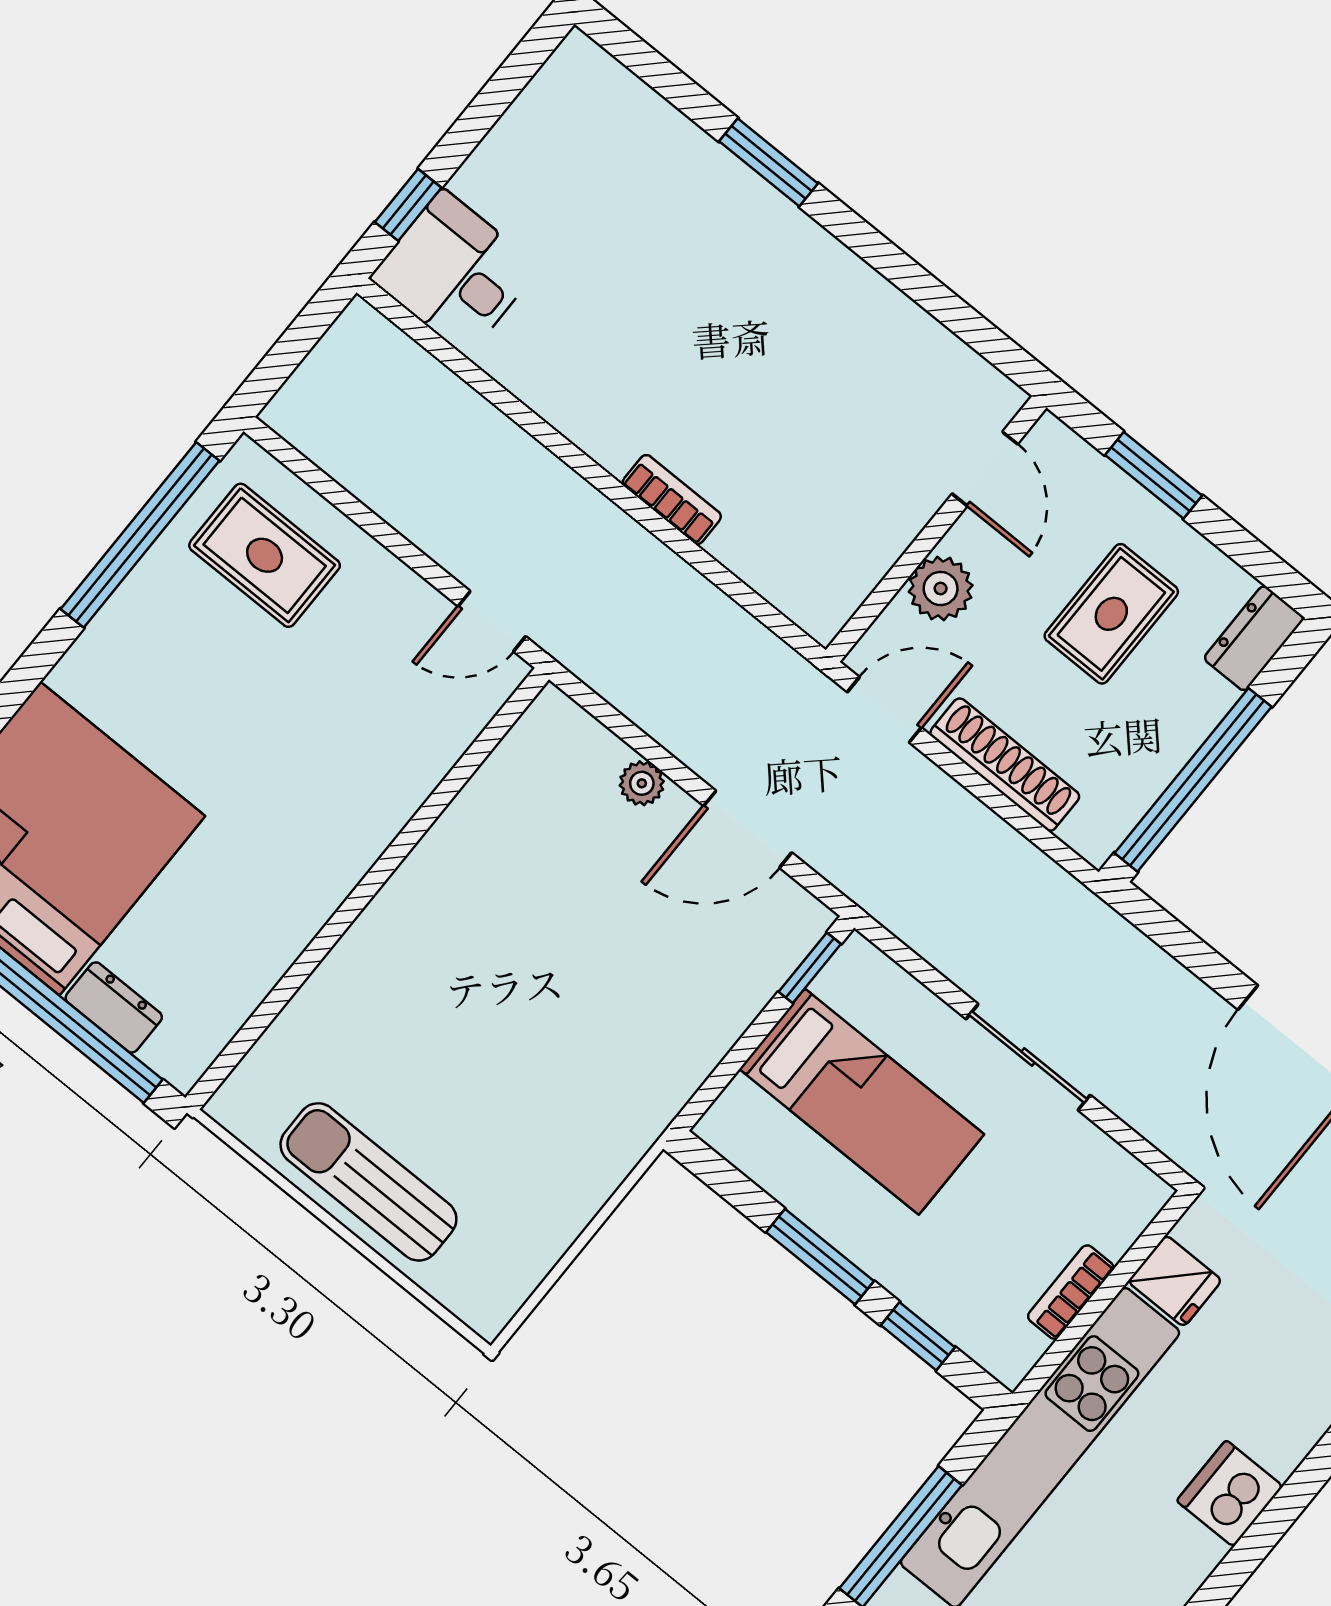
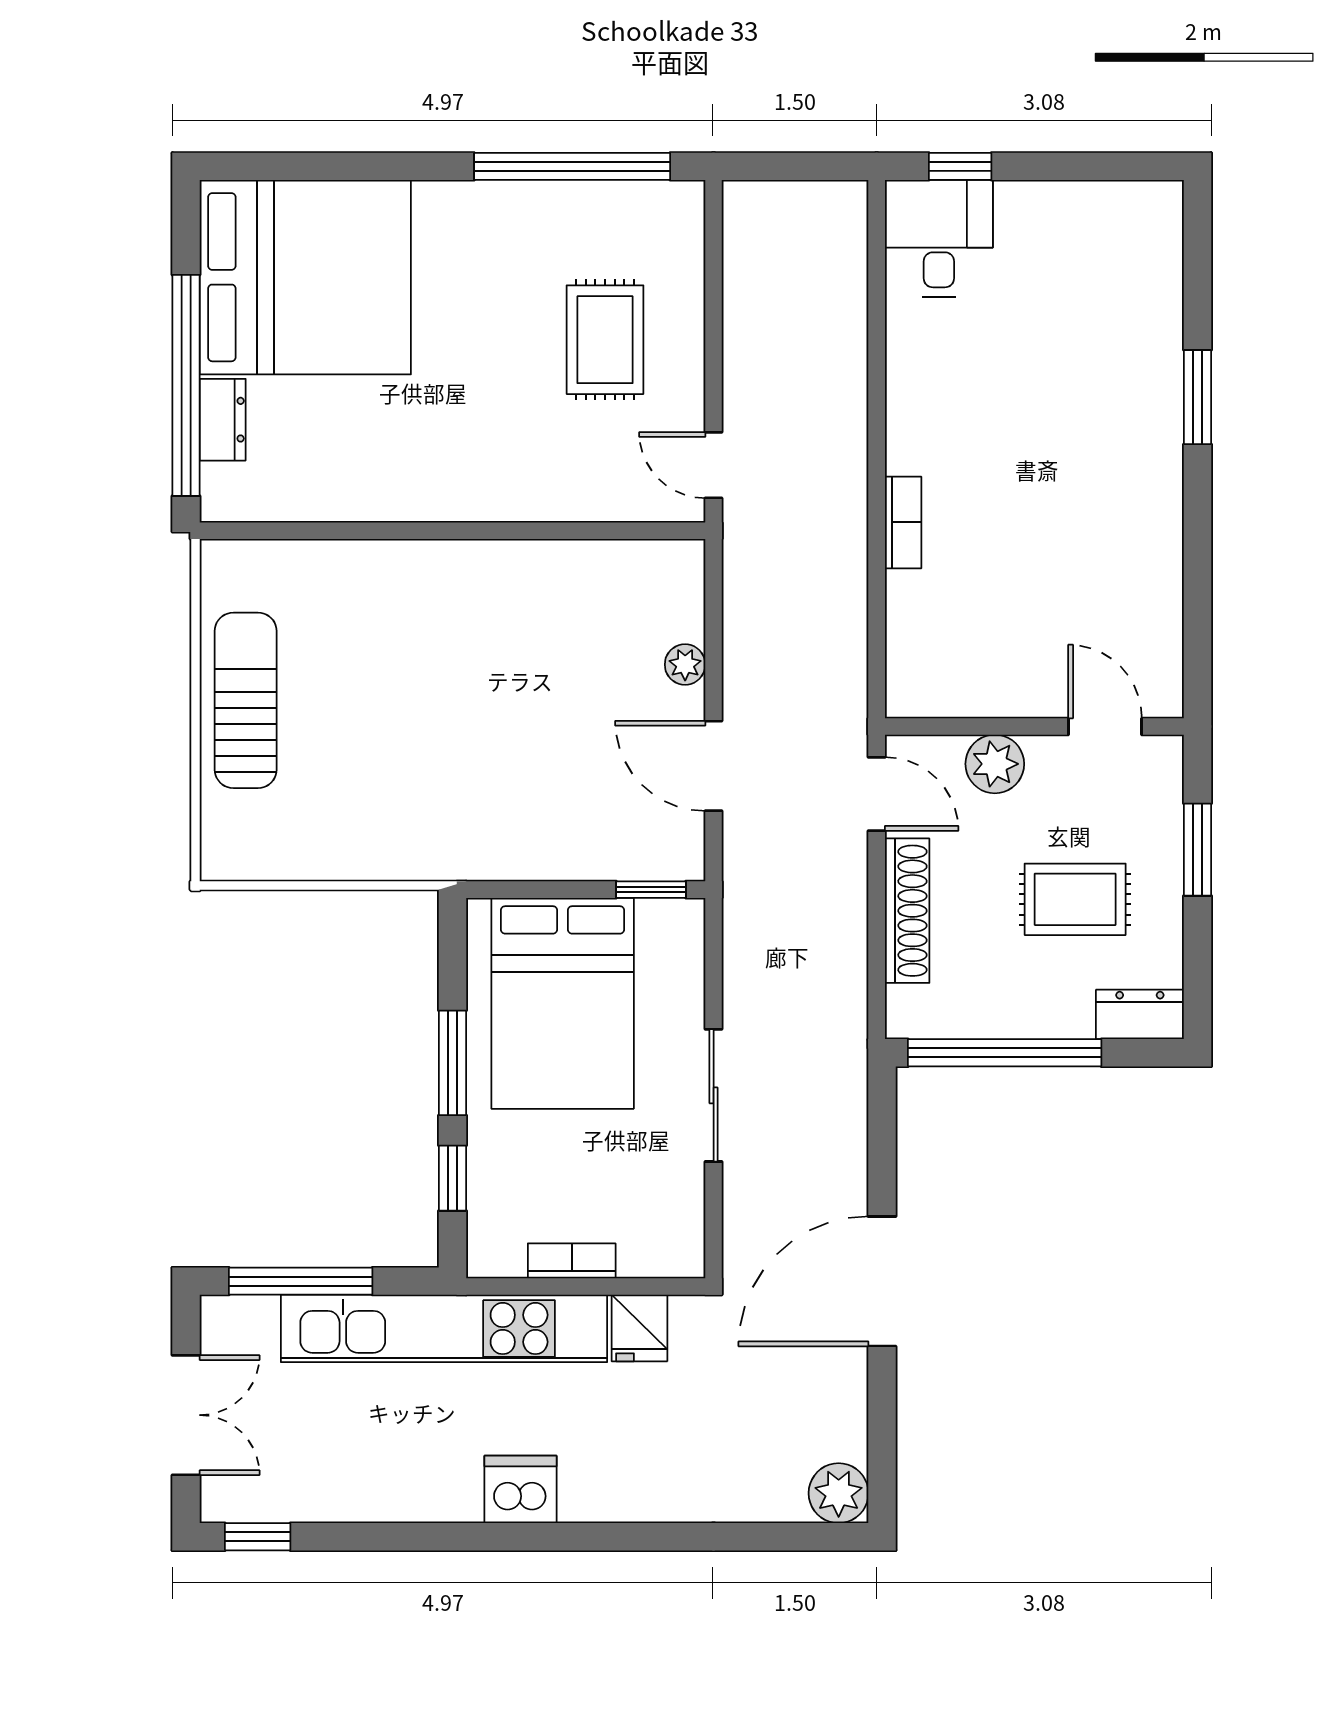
door: (985, 469) -> (1105, 726), swing flipped
rug: (265, 555) -> (605, 340), moved
bed: (862, 1102) -> (563, 1003), width x1.50

